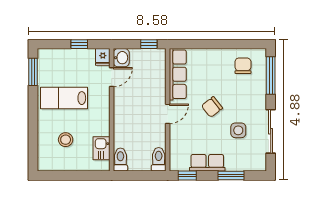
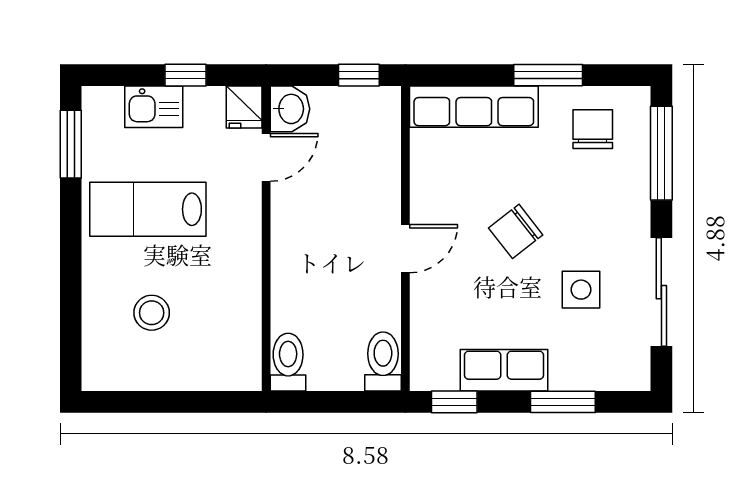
window: (225, 44) -> (548, 75), added
row of seats: (178, 74) -> (474, 107), moved, turned 90
kitchen sink: (102, 148) -> (154, 107), moved, turned -90

